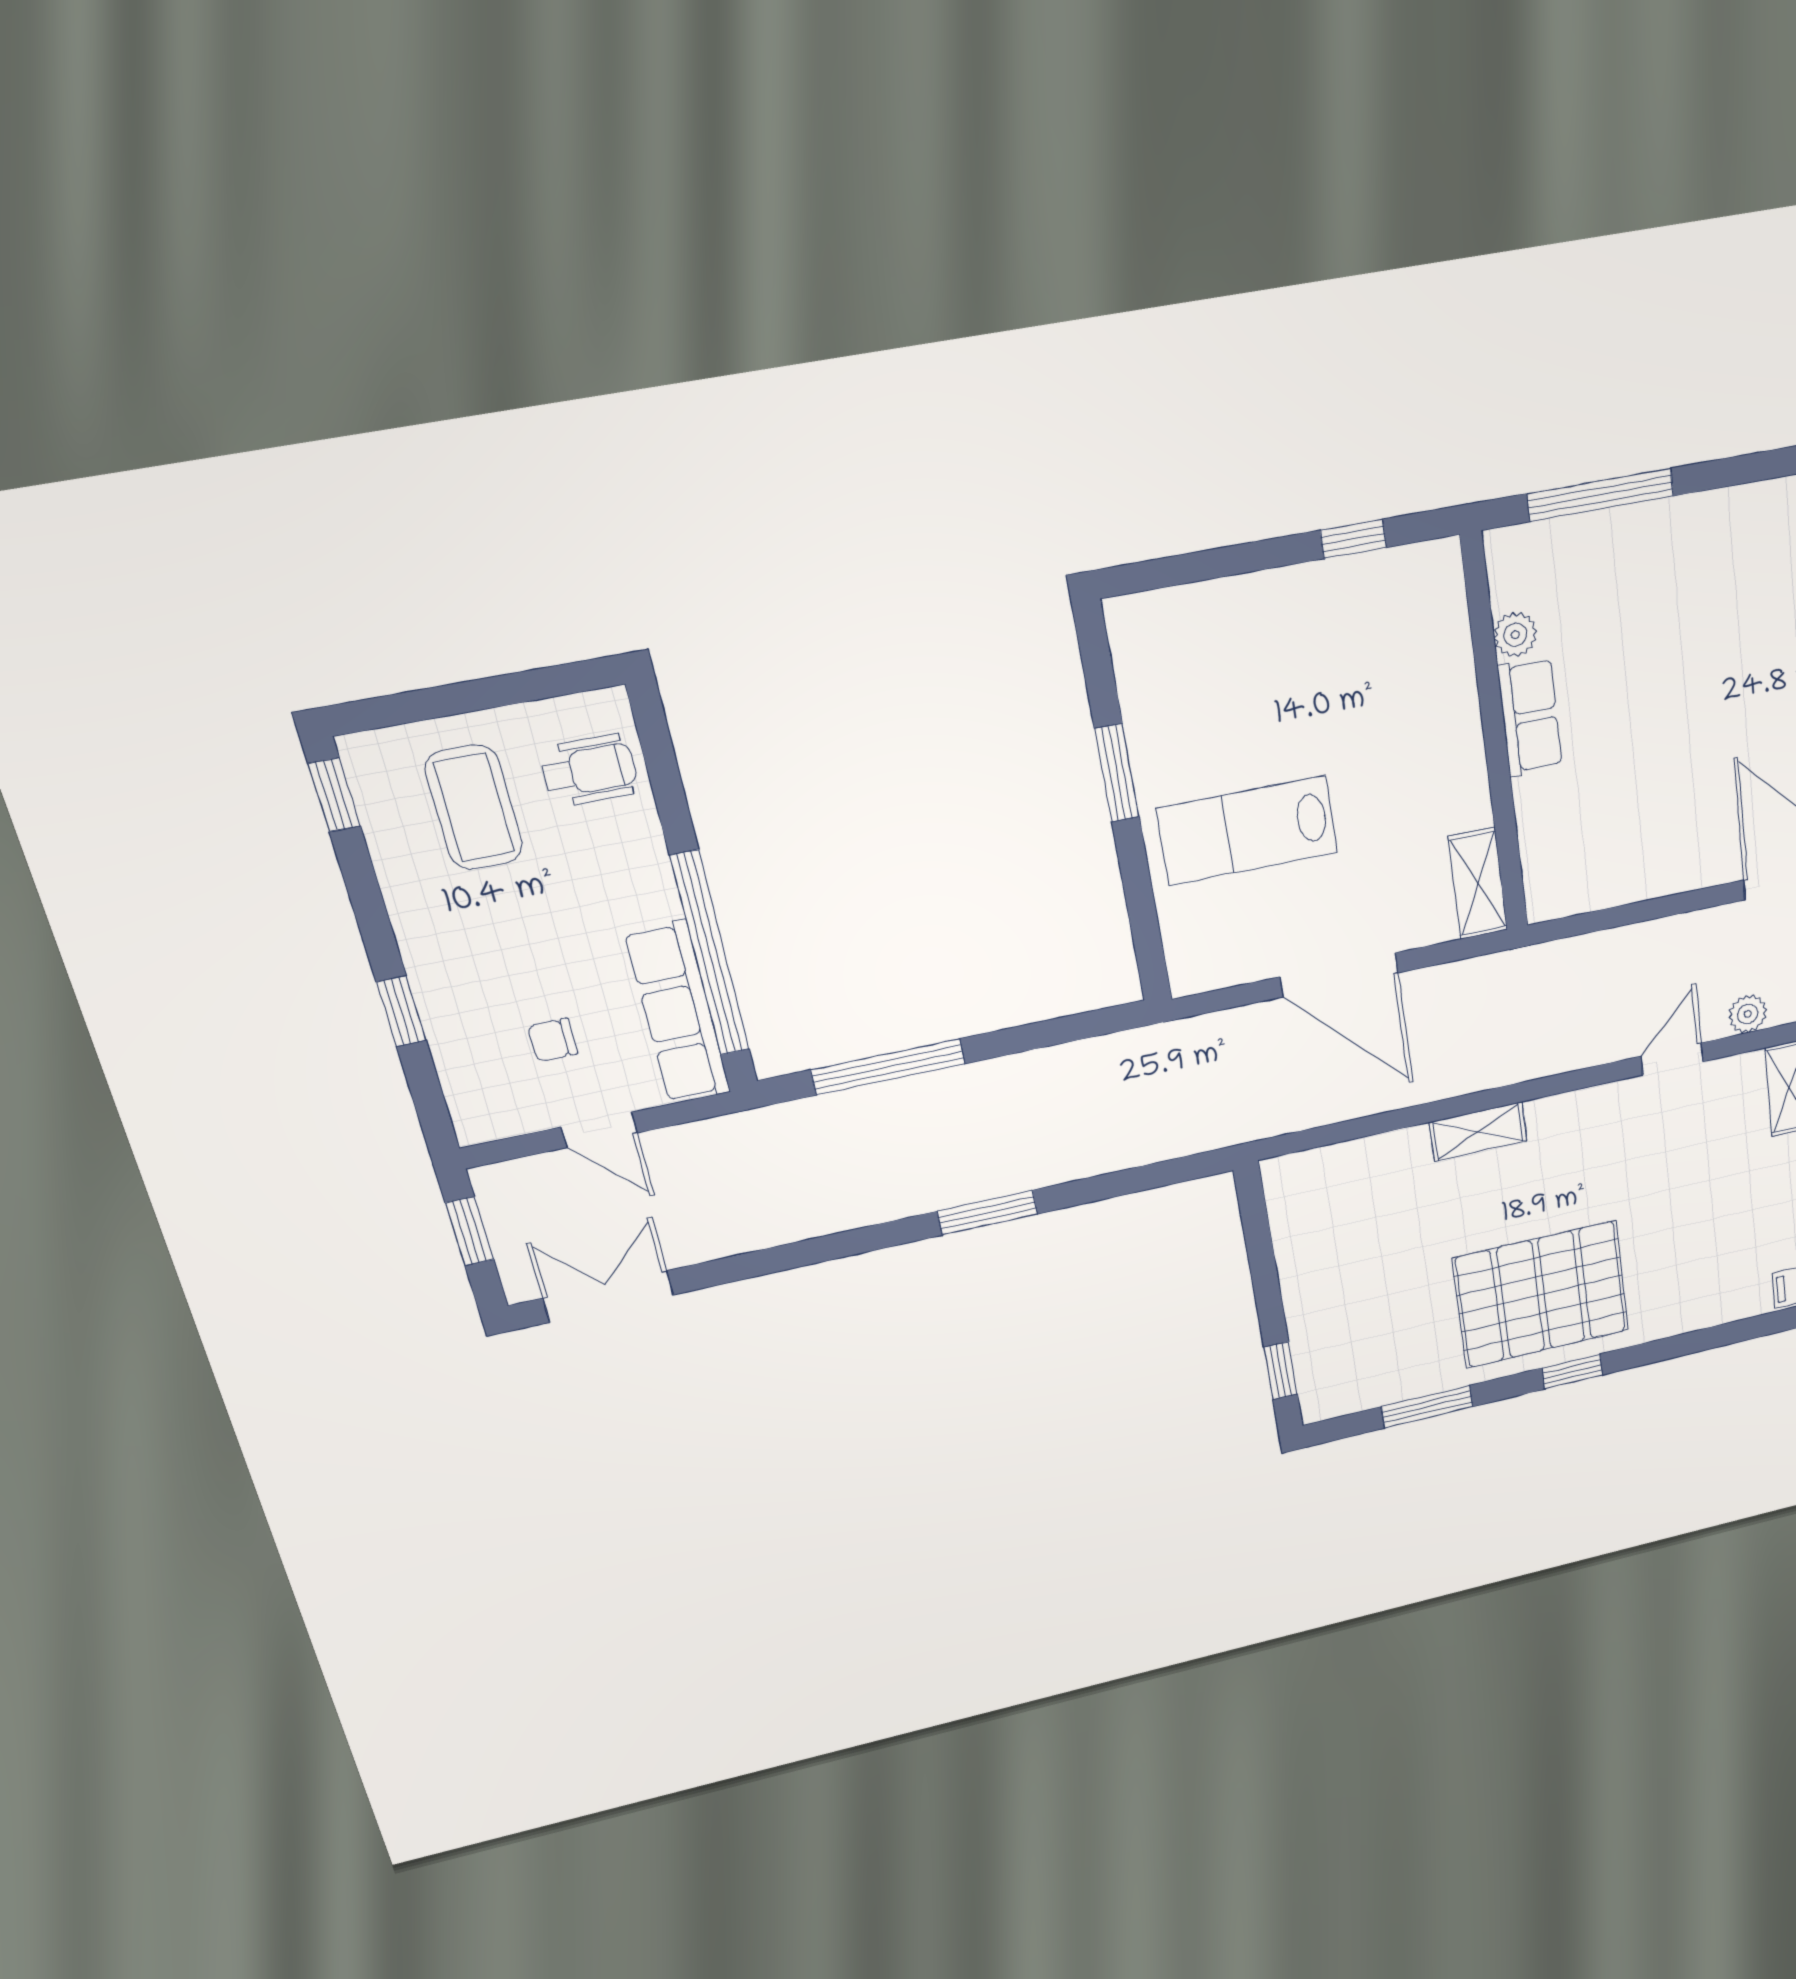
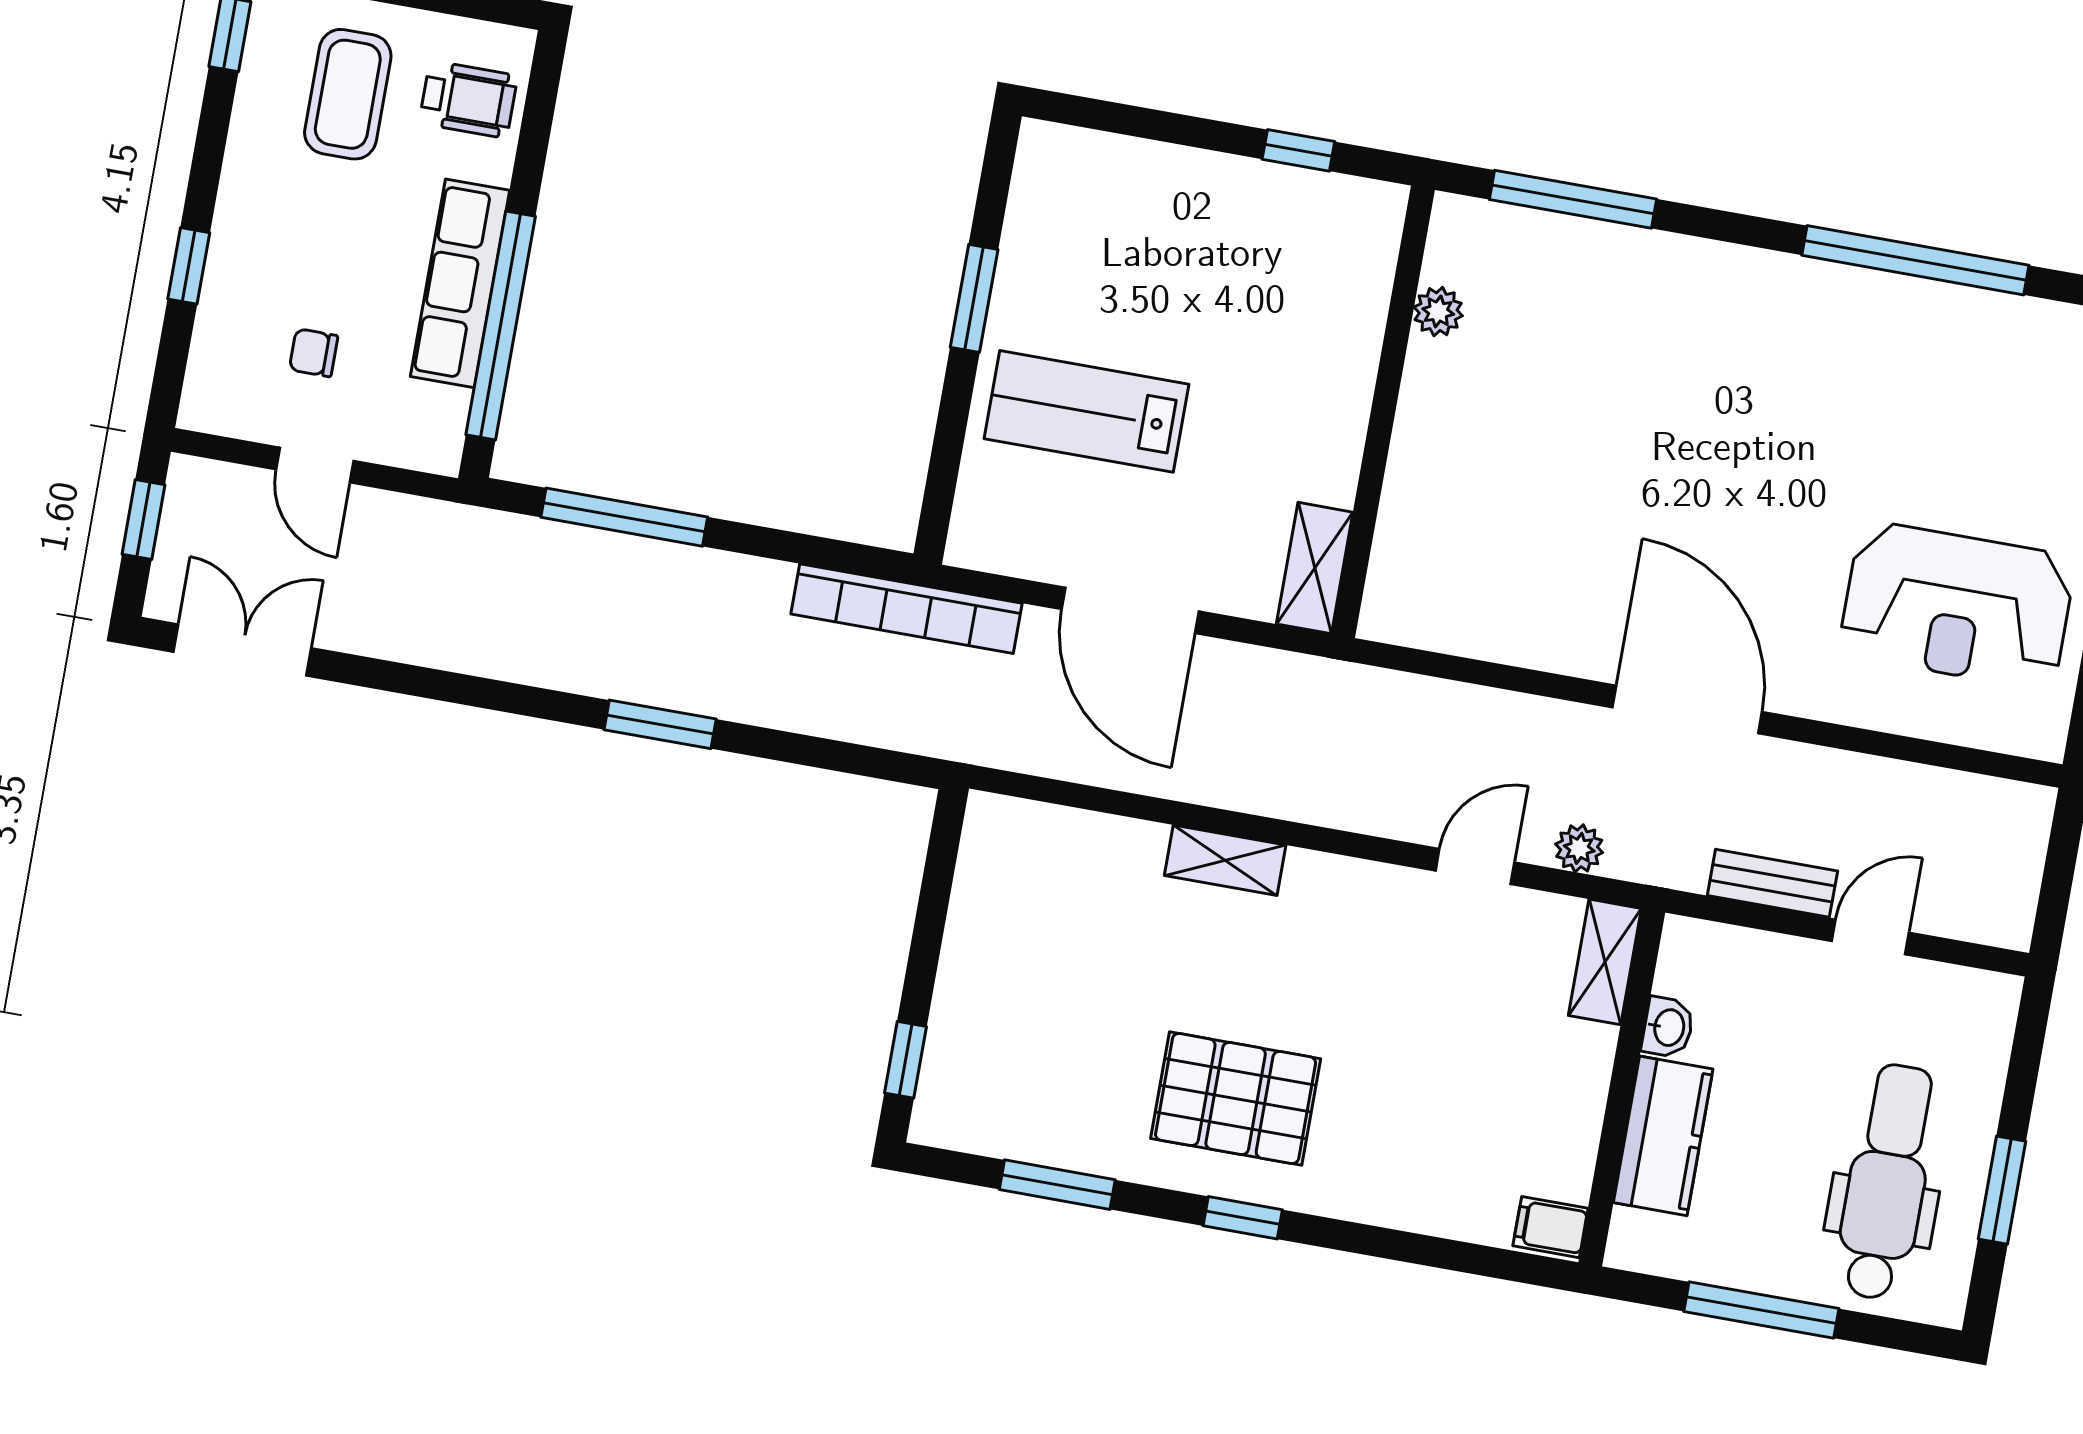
row of seats: (1530, 717) -> (1428, 405), removed
row of seats: (678, 1013) -> (460, 283), moved
bookcase: (1155, 1045) -> (907, 609), added
pallet: (1541, 1295) -> (1236, 1099), width x0.73, depth x0.71

